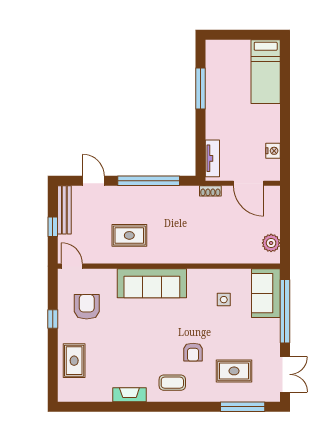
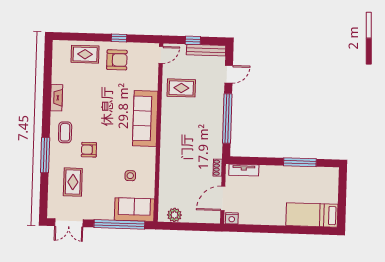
nightstand: (273, 151) -> (232, 218), moved
rug: (129, 235) -> (181, 88), moved, turned 90
armchair: (87, 307) -> (117, 60), moved
window: (243, 407) -> (45, 155), moved

